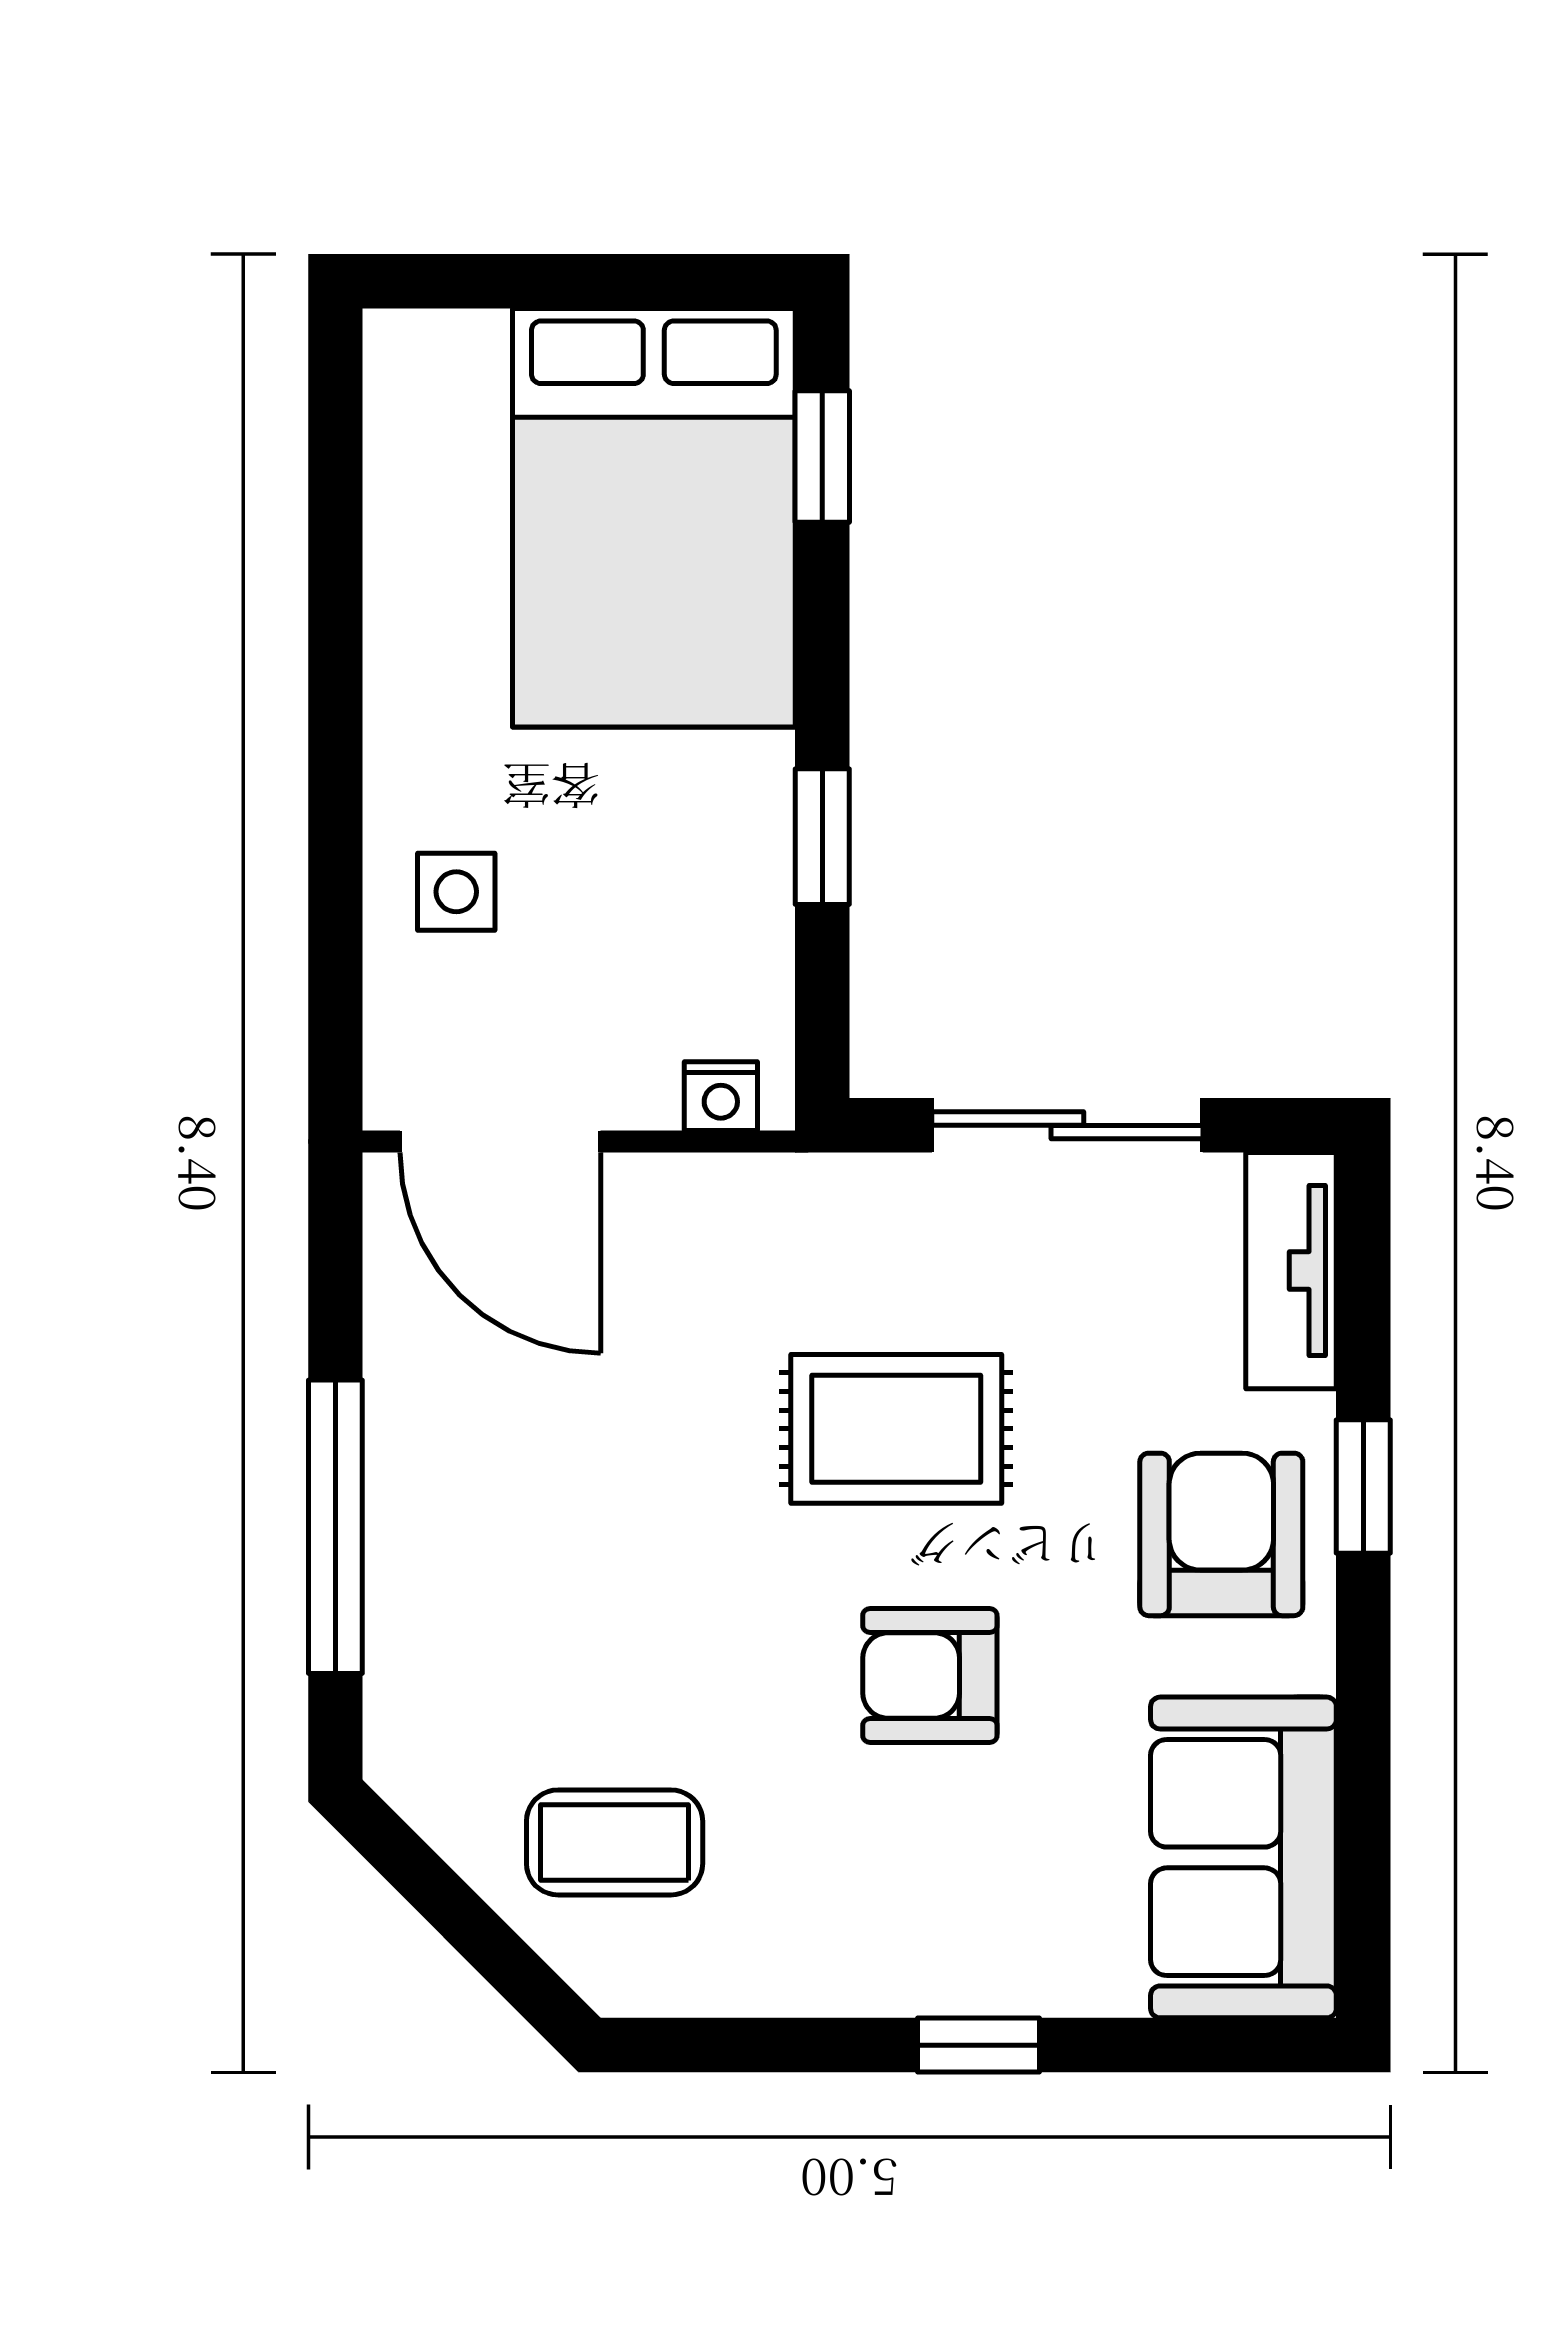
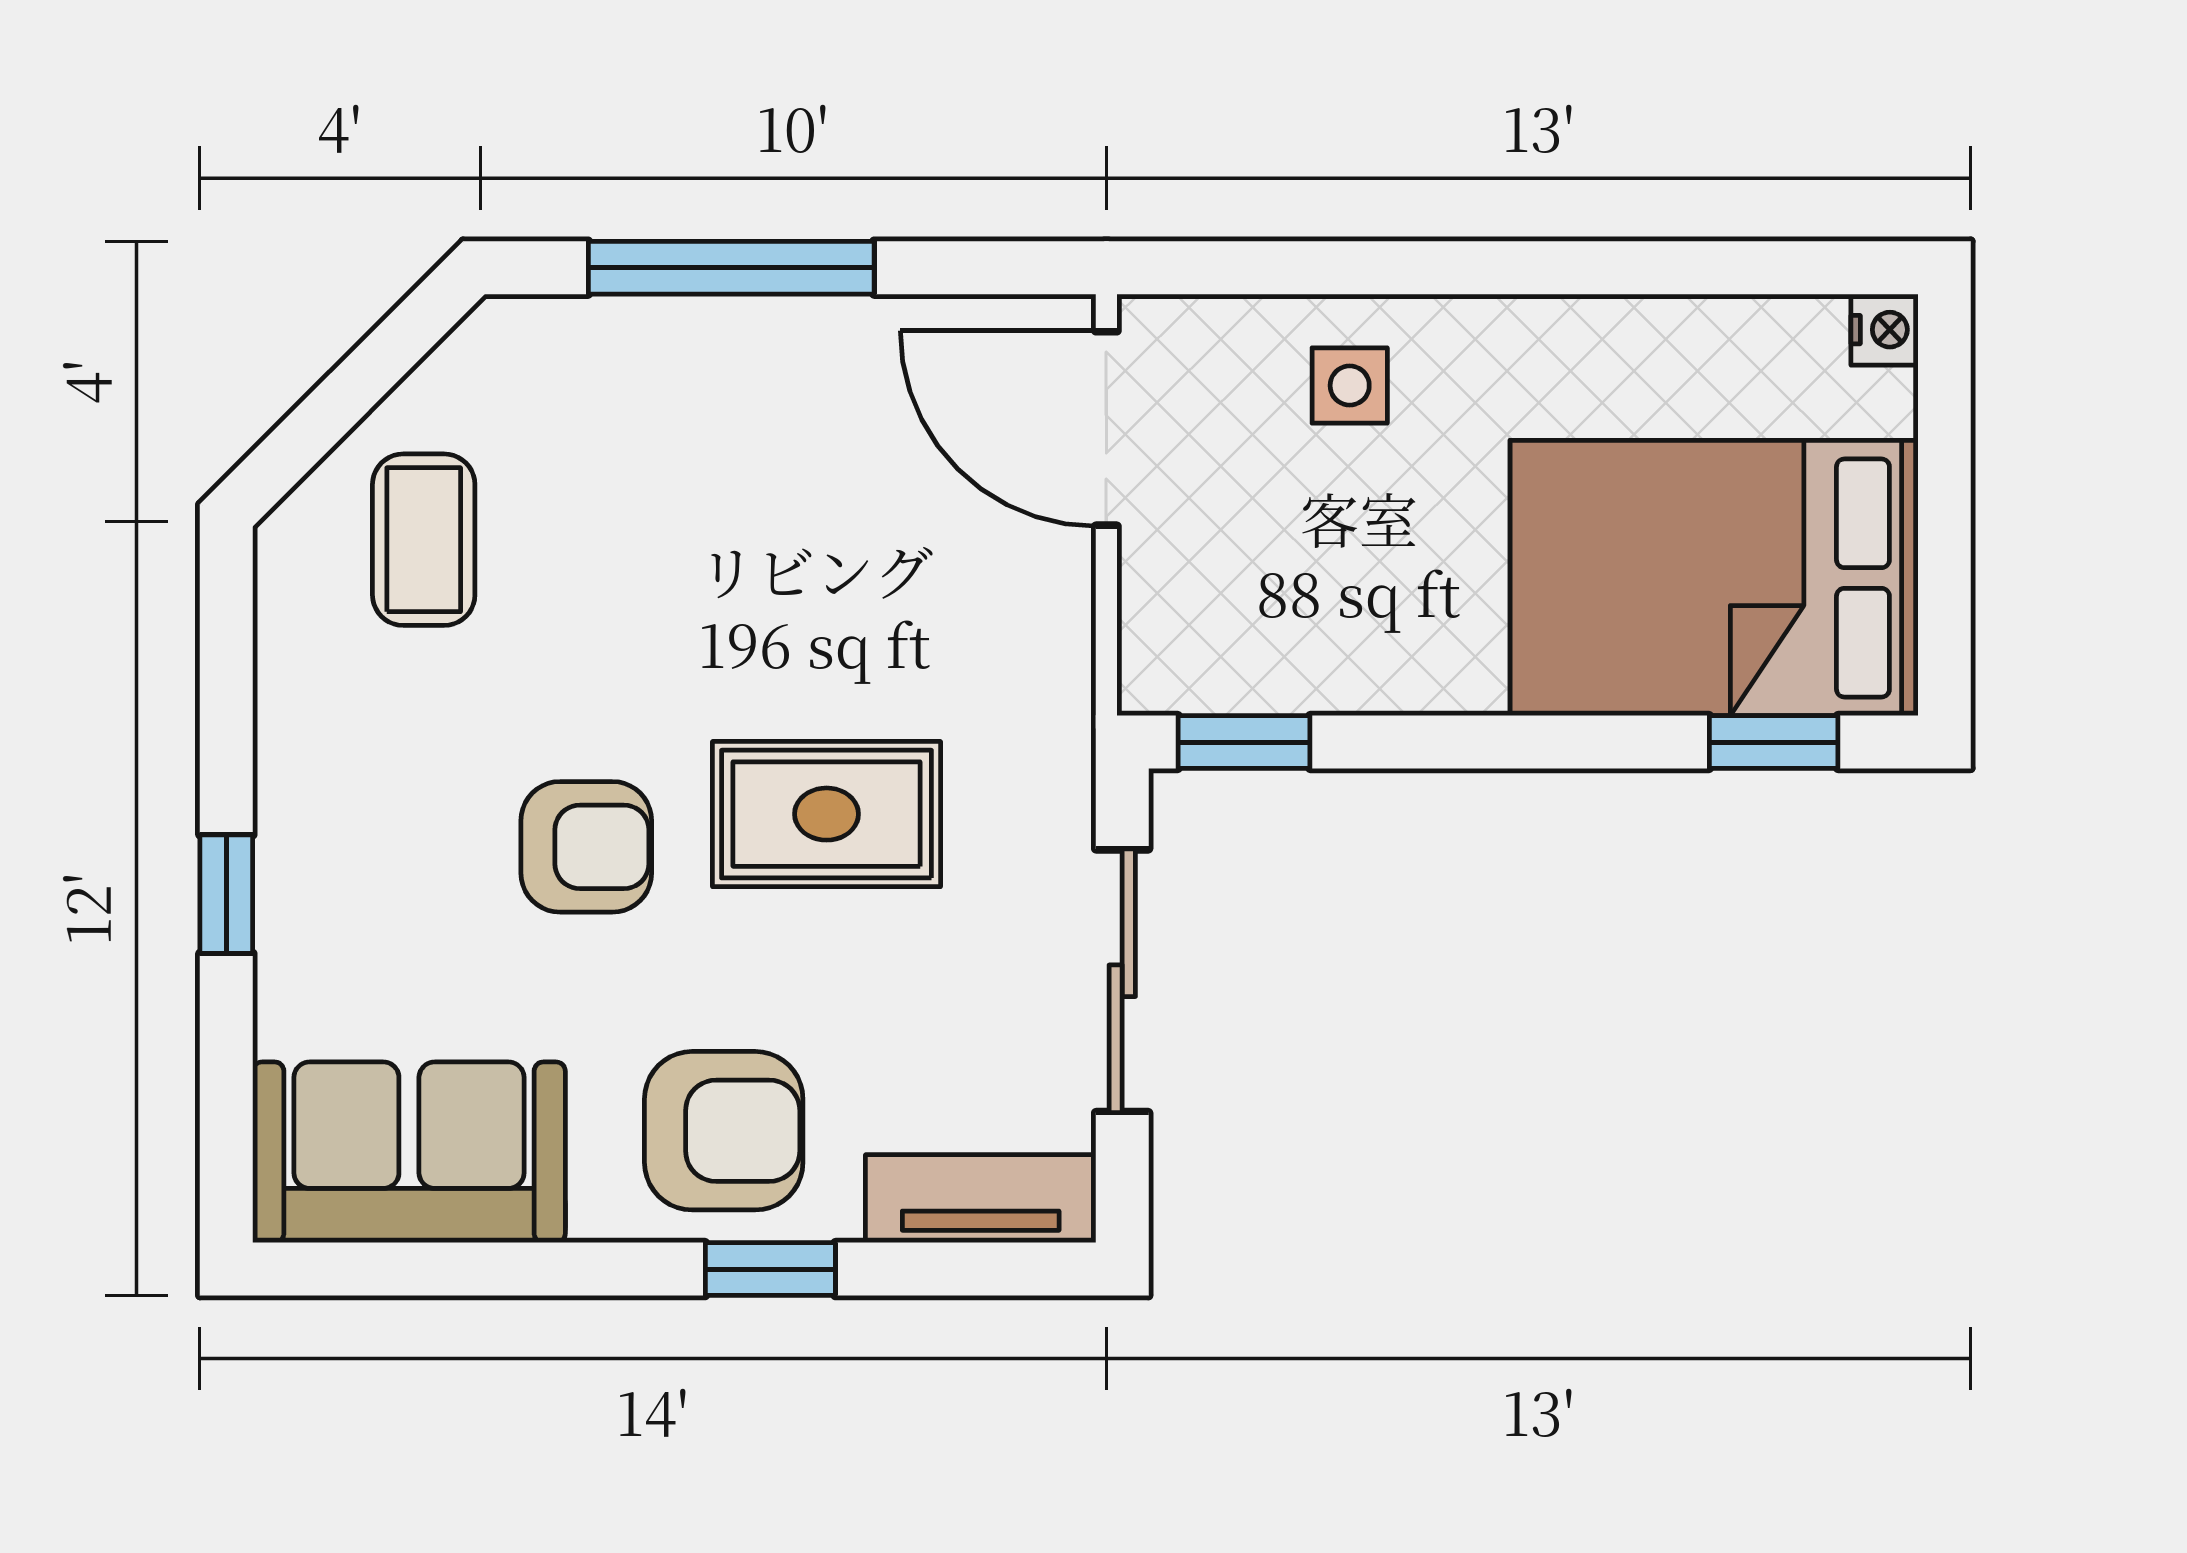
window: (822, 837) -> (1244, 742), moved
nightstand: (721, 1096) -> (1884, 330), moved, turned 180
door: (500, 1141) -> (1106, 428), hinge flipped
rug: (896, 1429) -> (827, 814), turned 90
armchair: (930, 1676) -> (586, 847), turned 90

